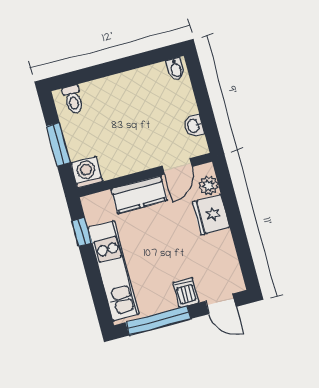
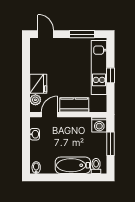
bathtub: (113, 90) -> (73, 165), added
window: (82, 232) -> (110, 75), moved
dishwasher: (186, 292) -> (63, 45), removed
window: (158, 321) -> (82, 34), width x0.69

